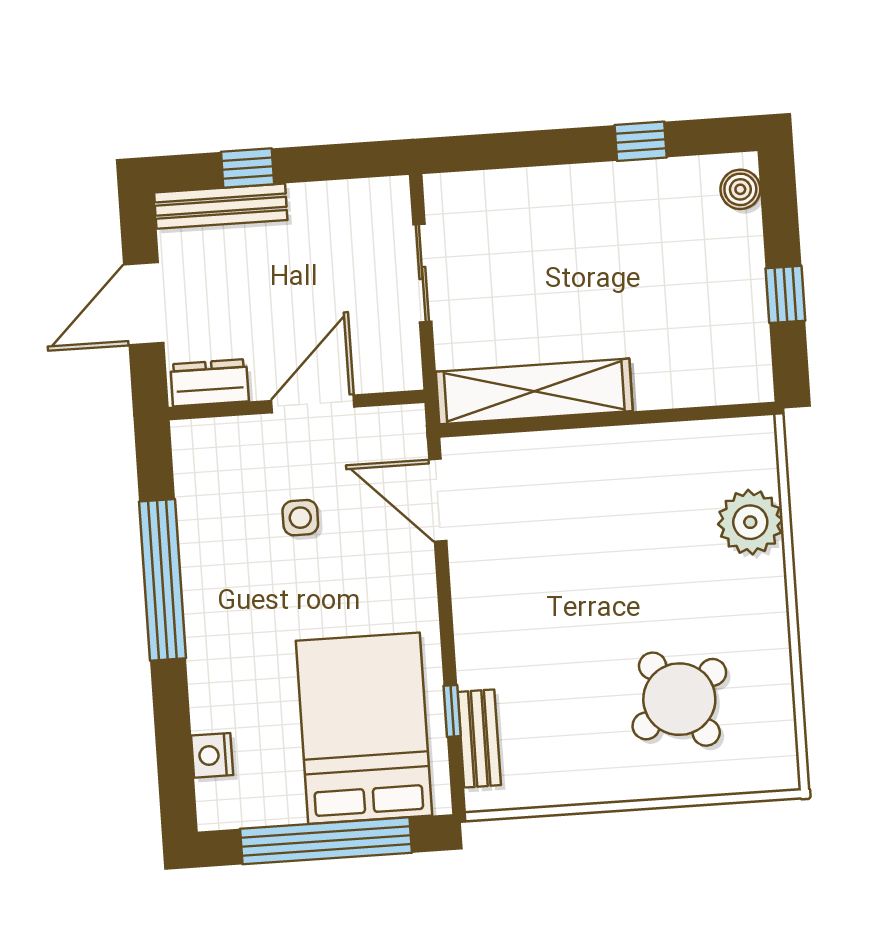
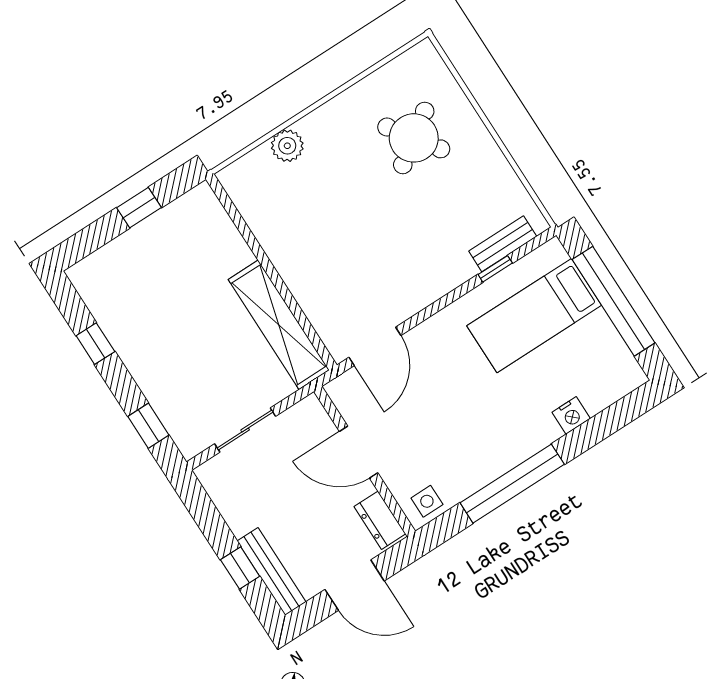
window: (497, 151) -> (148, 426), added
boiler: (740, 189) -> (91, 269), removed
side table: (300, 518) -> (427, 501), moved
plant: (750, 522) -> (287, 146), width x0.73, depth x0.73
bed: (364, 728) -> (534, 316), width x0.67
nightstand: (212, 755) -> (571, 415), moved

